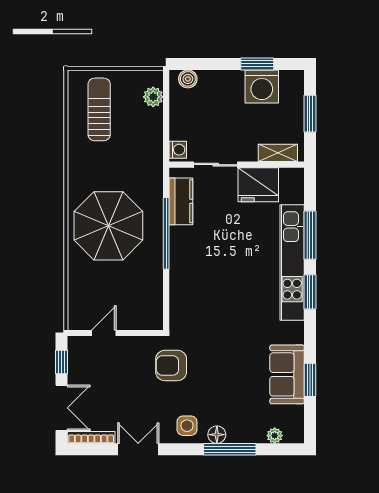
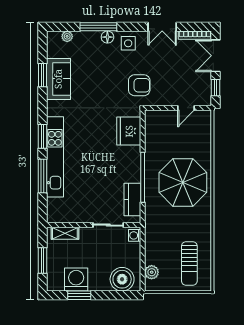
boiler: (188, 79) -> (122, 279), width x1.86, depth x1.86
fridge: (258, 185) -> (129, 131), moved, turned -90

